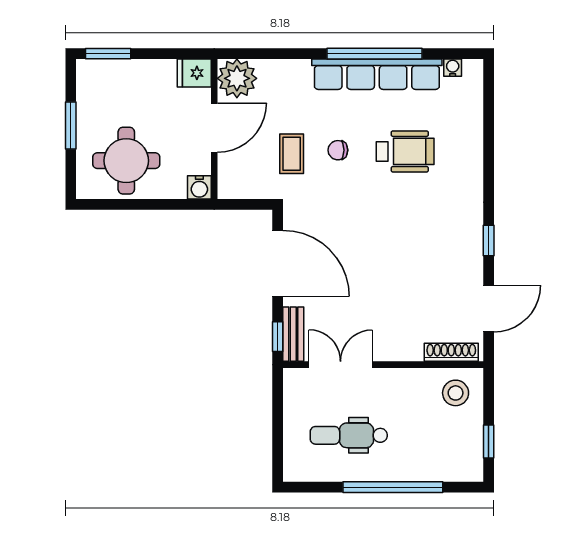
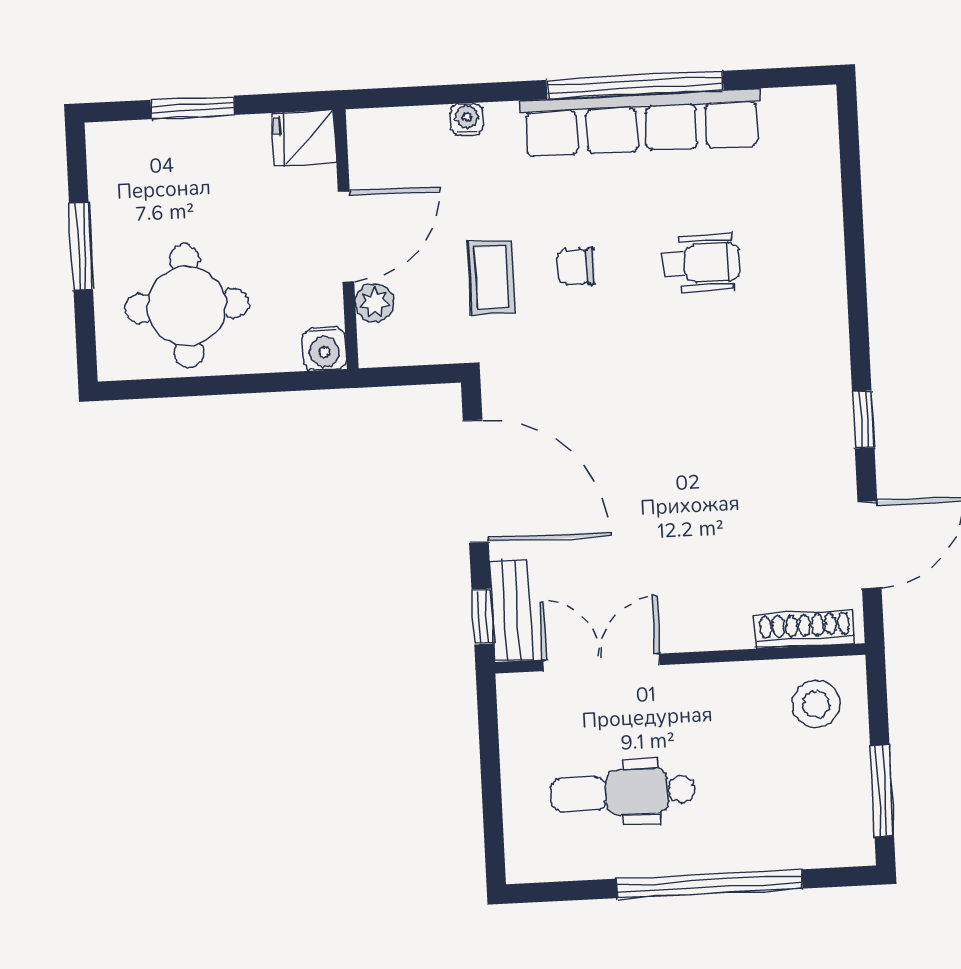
window: (108, 54) -> (193, 107), moved
water cooler: (453, 68) -> (467, 119), moved
plant: (237, 78) -> (375, 303), moved, width x0.53, depth x0.53
wheelchair: (405, 151) -> (701, 263), width x0.73, depth x0.73
window: (489, 442) -> (882, 791), width x1.50

